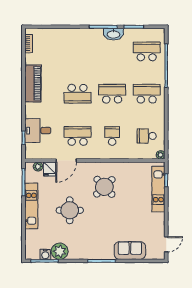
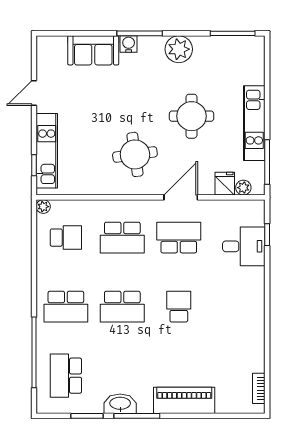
school desk: (147, 51) -> (66, 376), turned 90
piano: (33, 83) -> (184, 400), moved, turned 90
school desk: (78, 94) -> (179, 307), width x0.54
school desk: (78, 136) -> (179, 238), turned 180
school desk: (112, 136) -> (122, 238), width x1.85
door: (66, 161) -> (181, 197), moved
round table: (104, 187) -> (135, 154), turned 36
door: (166, 244) -> (34, 93), moved
plant: (60, 251) -> (179, 49), moved
water cooler: (45, 254) -> (129, 44), moved

